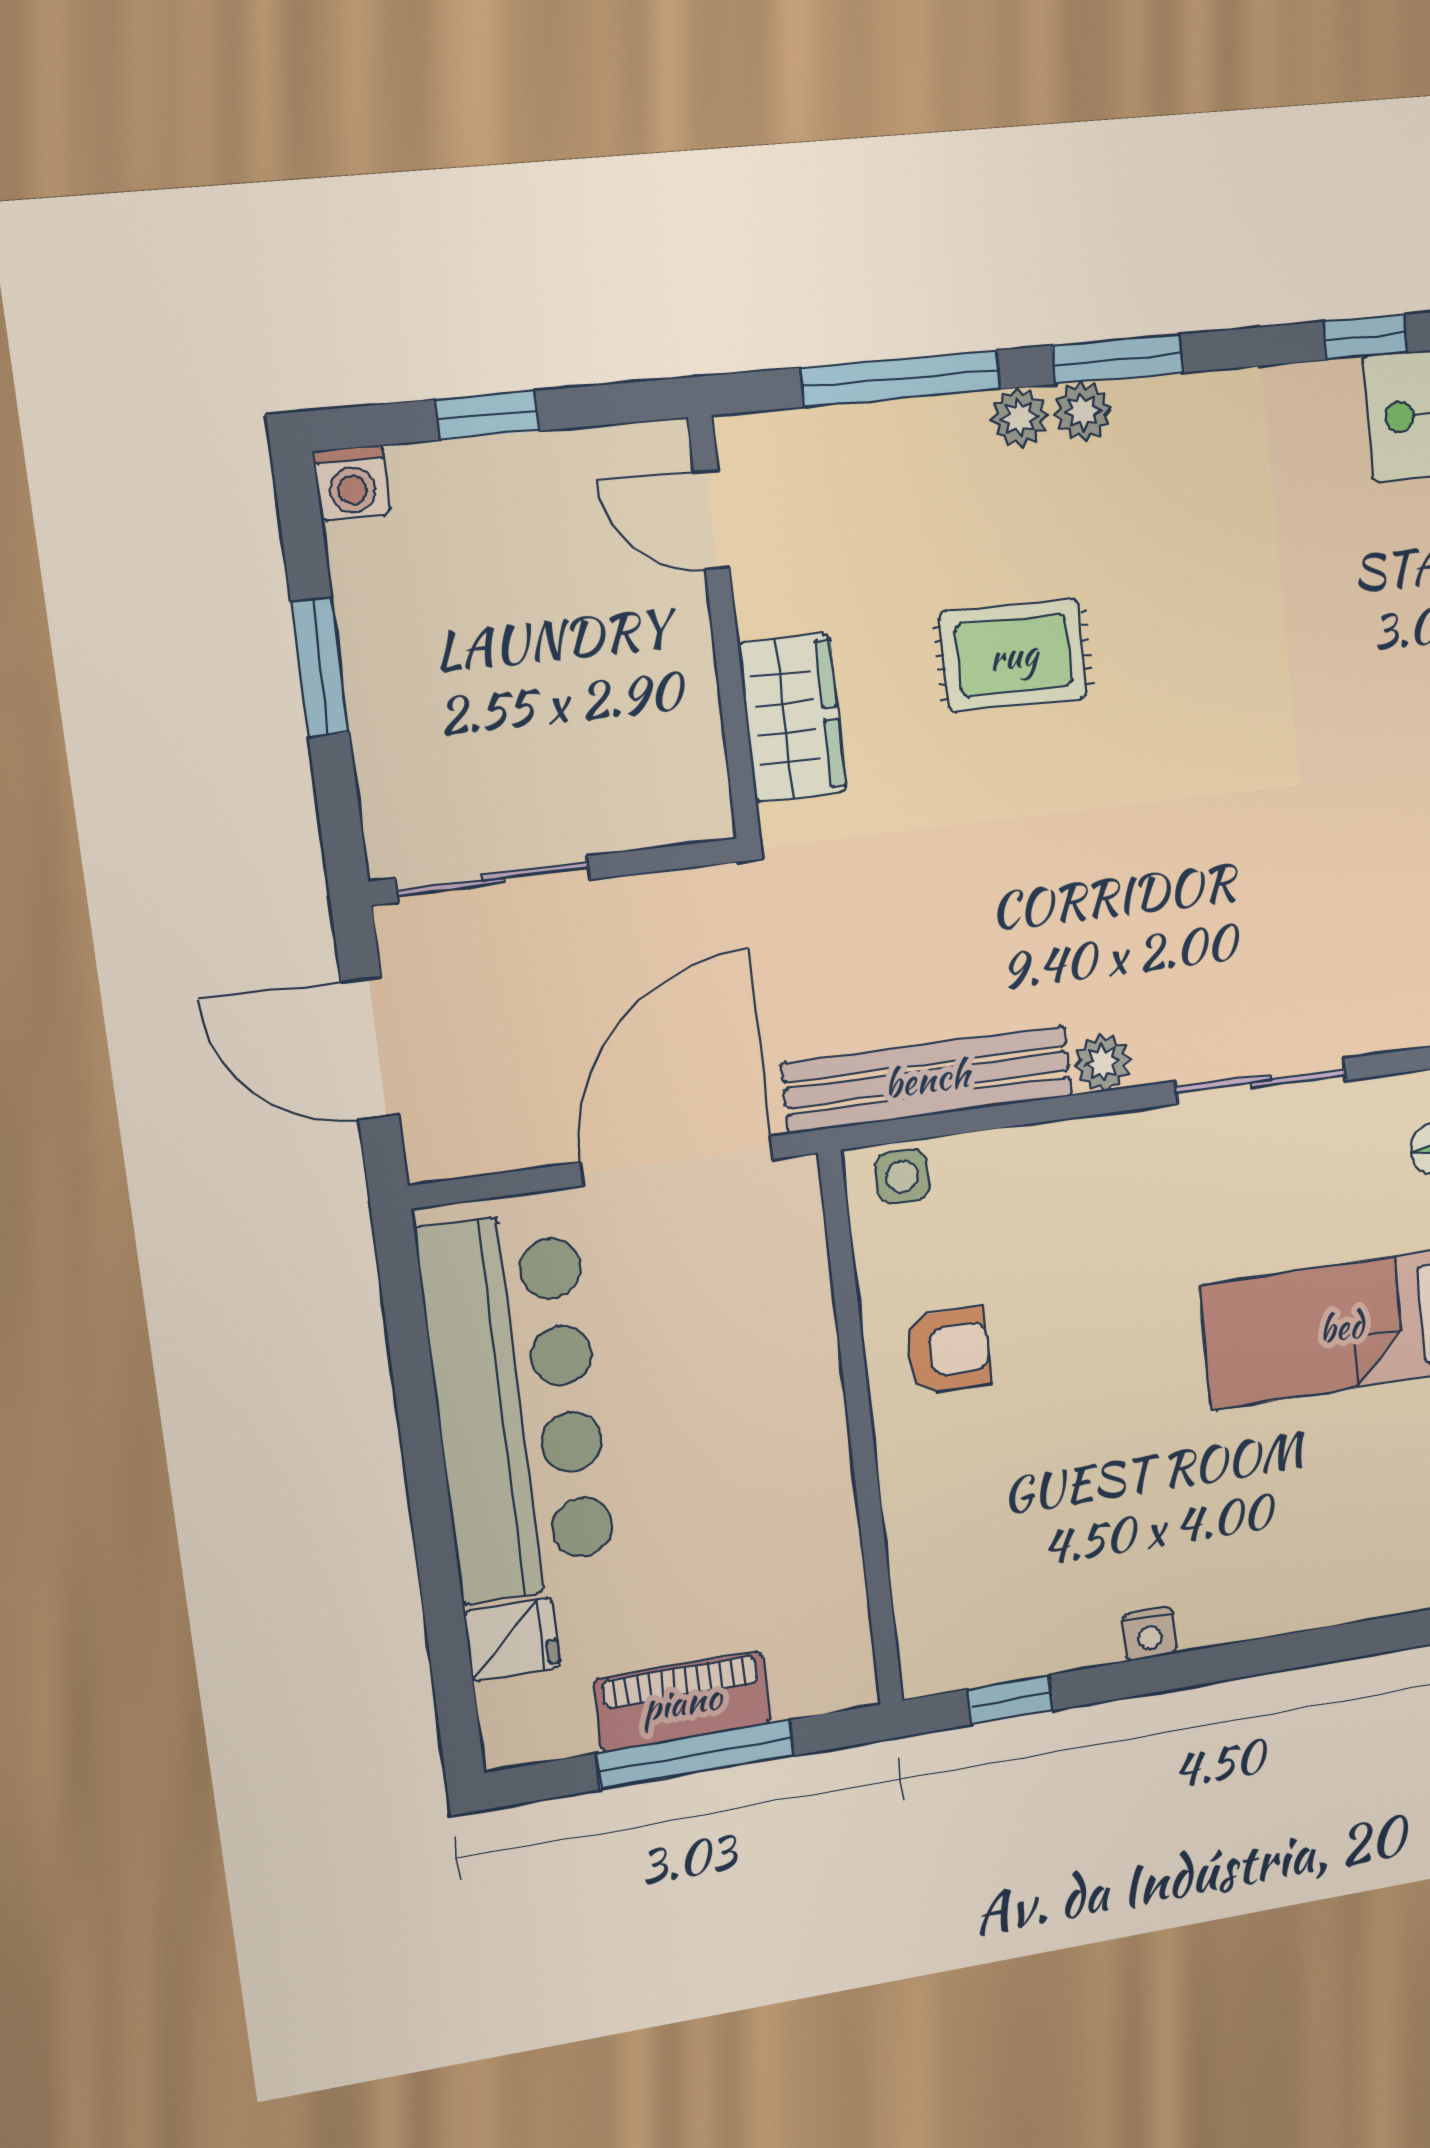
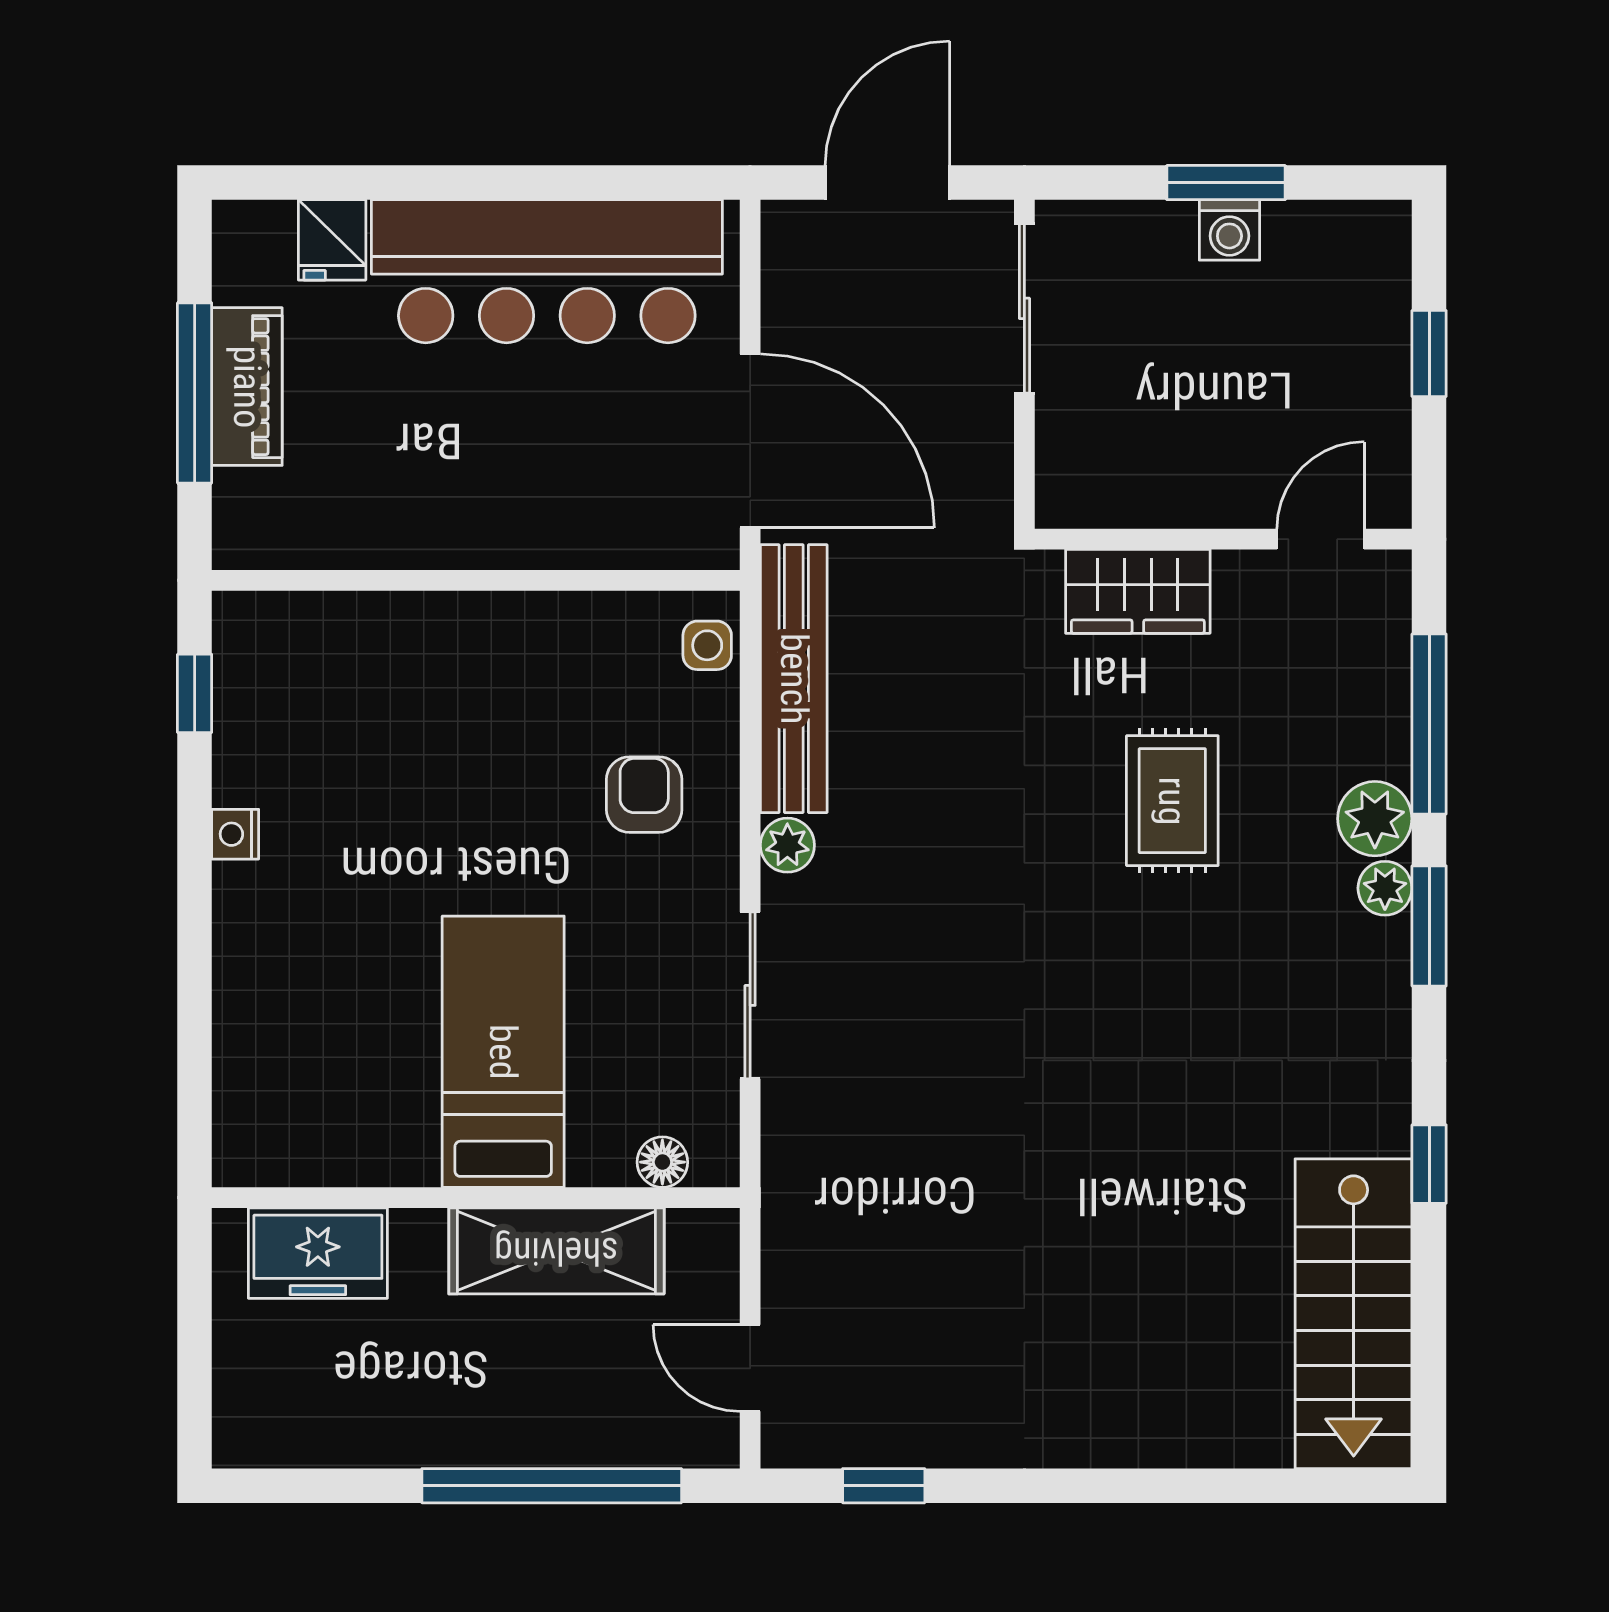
plant: (1019, 418) -> (1375, 819), width x1.38, depth x1.38
washing machine: (352, 483) -> (1229, 230), moved, turned -90
armchair: (948, 1351) -> (644, 795), moved, turned 180

